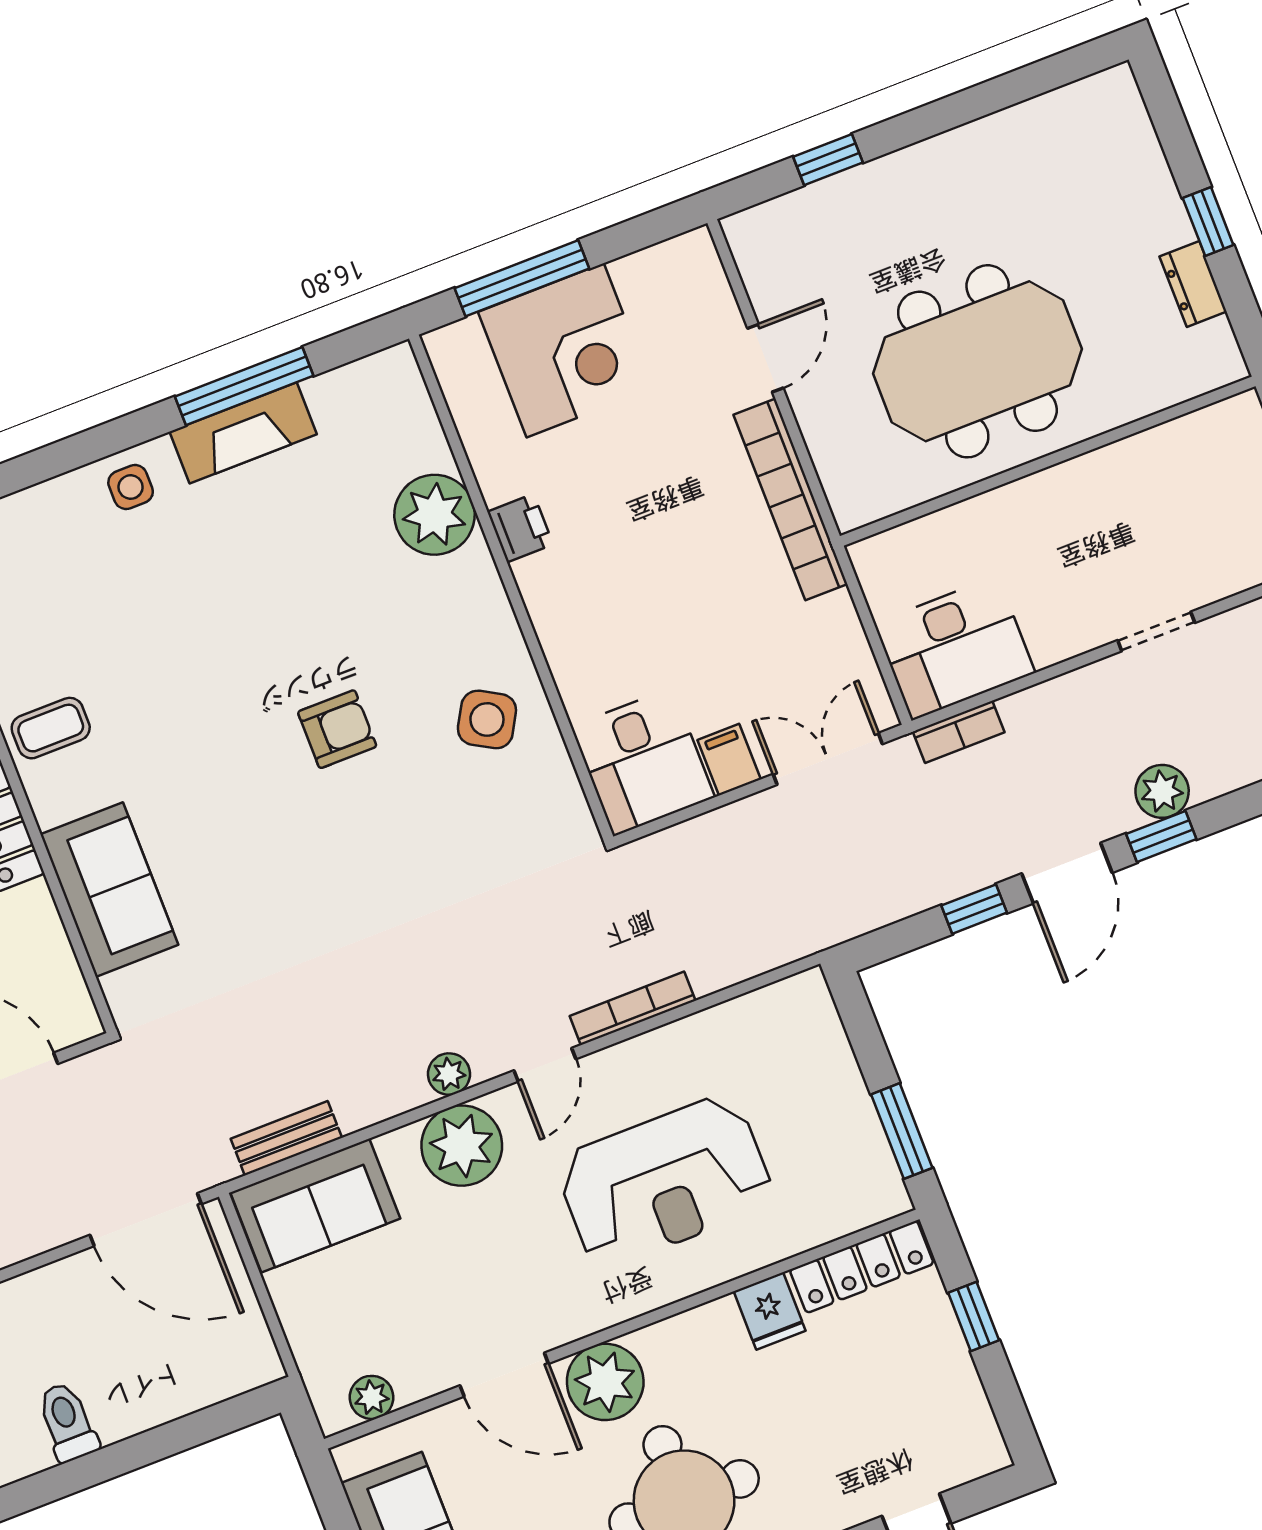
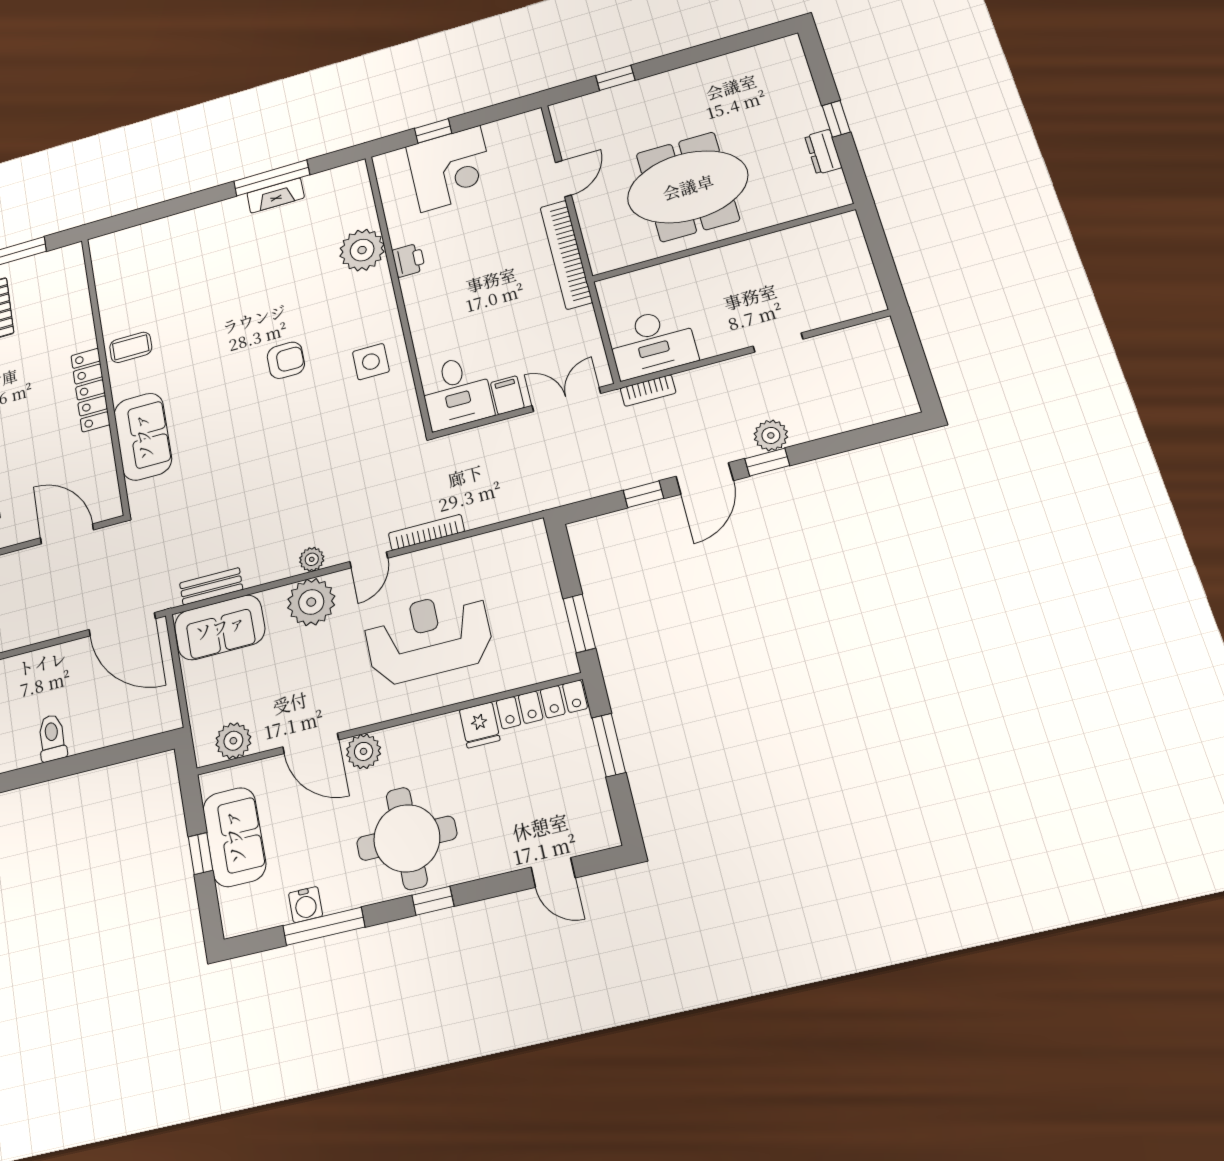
window: (522, 278) -> (433, 131), width x0.46
fireplace: (243, 433) -> (276, 195), width x0.73, depth x0.76
side table: (131, 487) -> (201, 226), removed
side table: (487, 719) -> (371, 362), turned -30
reception desk: (665, 1181) -> (428, 637), turned 180
window: (974, 1316) -> (609, 745), width x1.50
plant: (605, 1382) -> (364, 751), width x0.73, depth x0.73
plant: (372, 1397) -> (233, 741), width x1.38, depth x1.38

